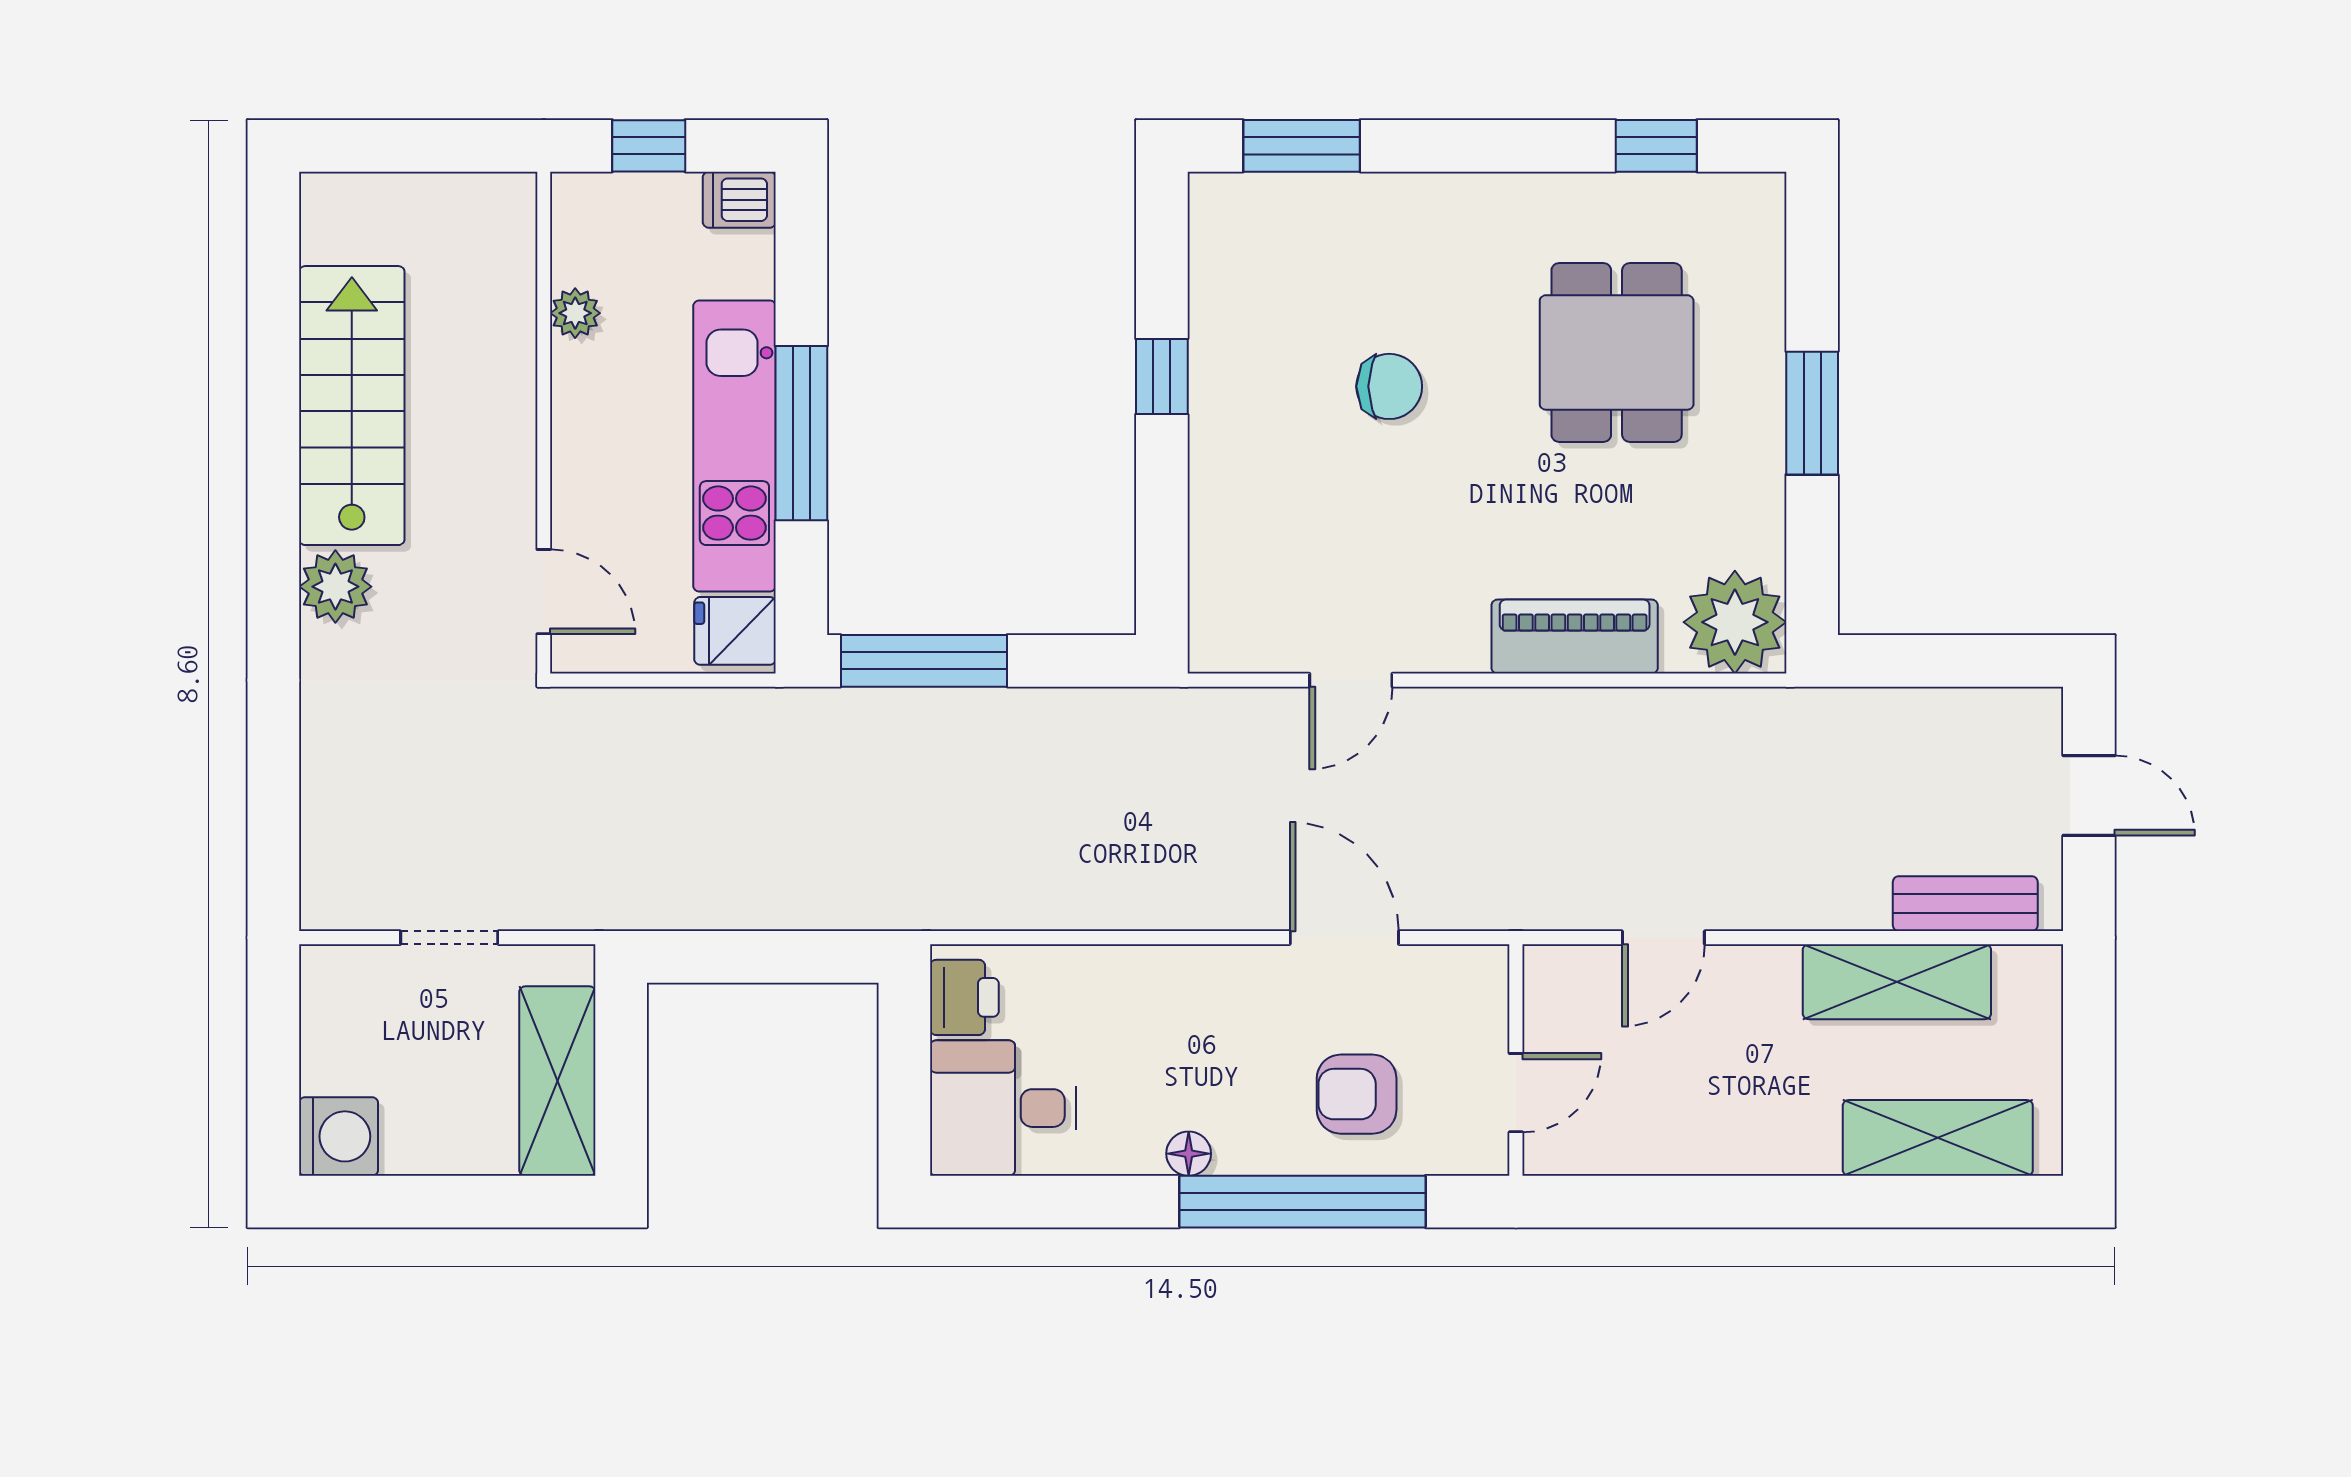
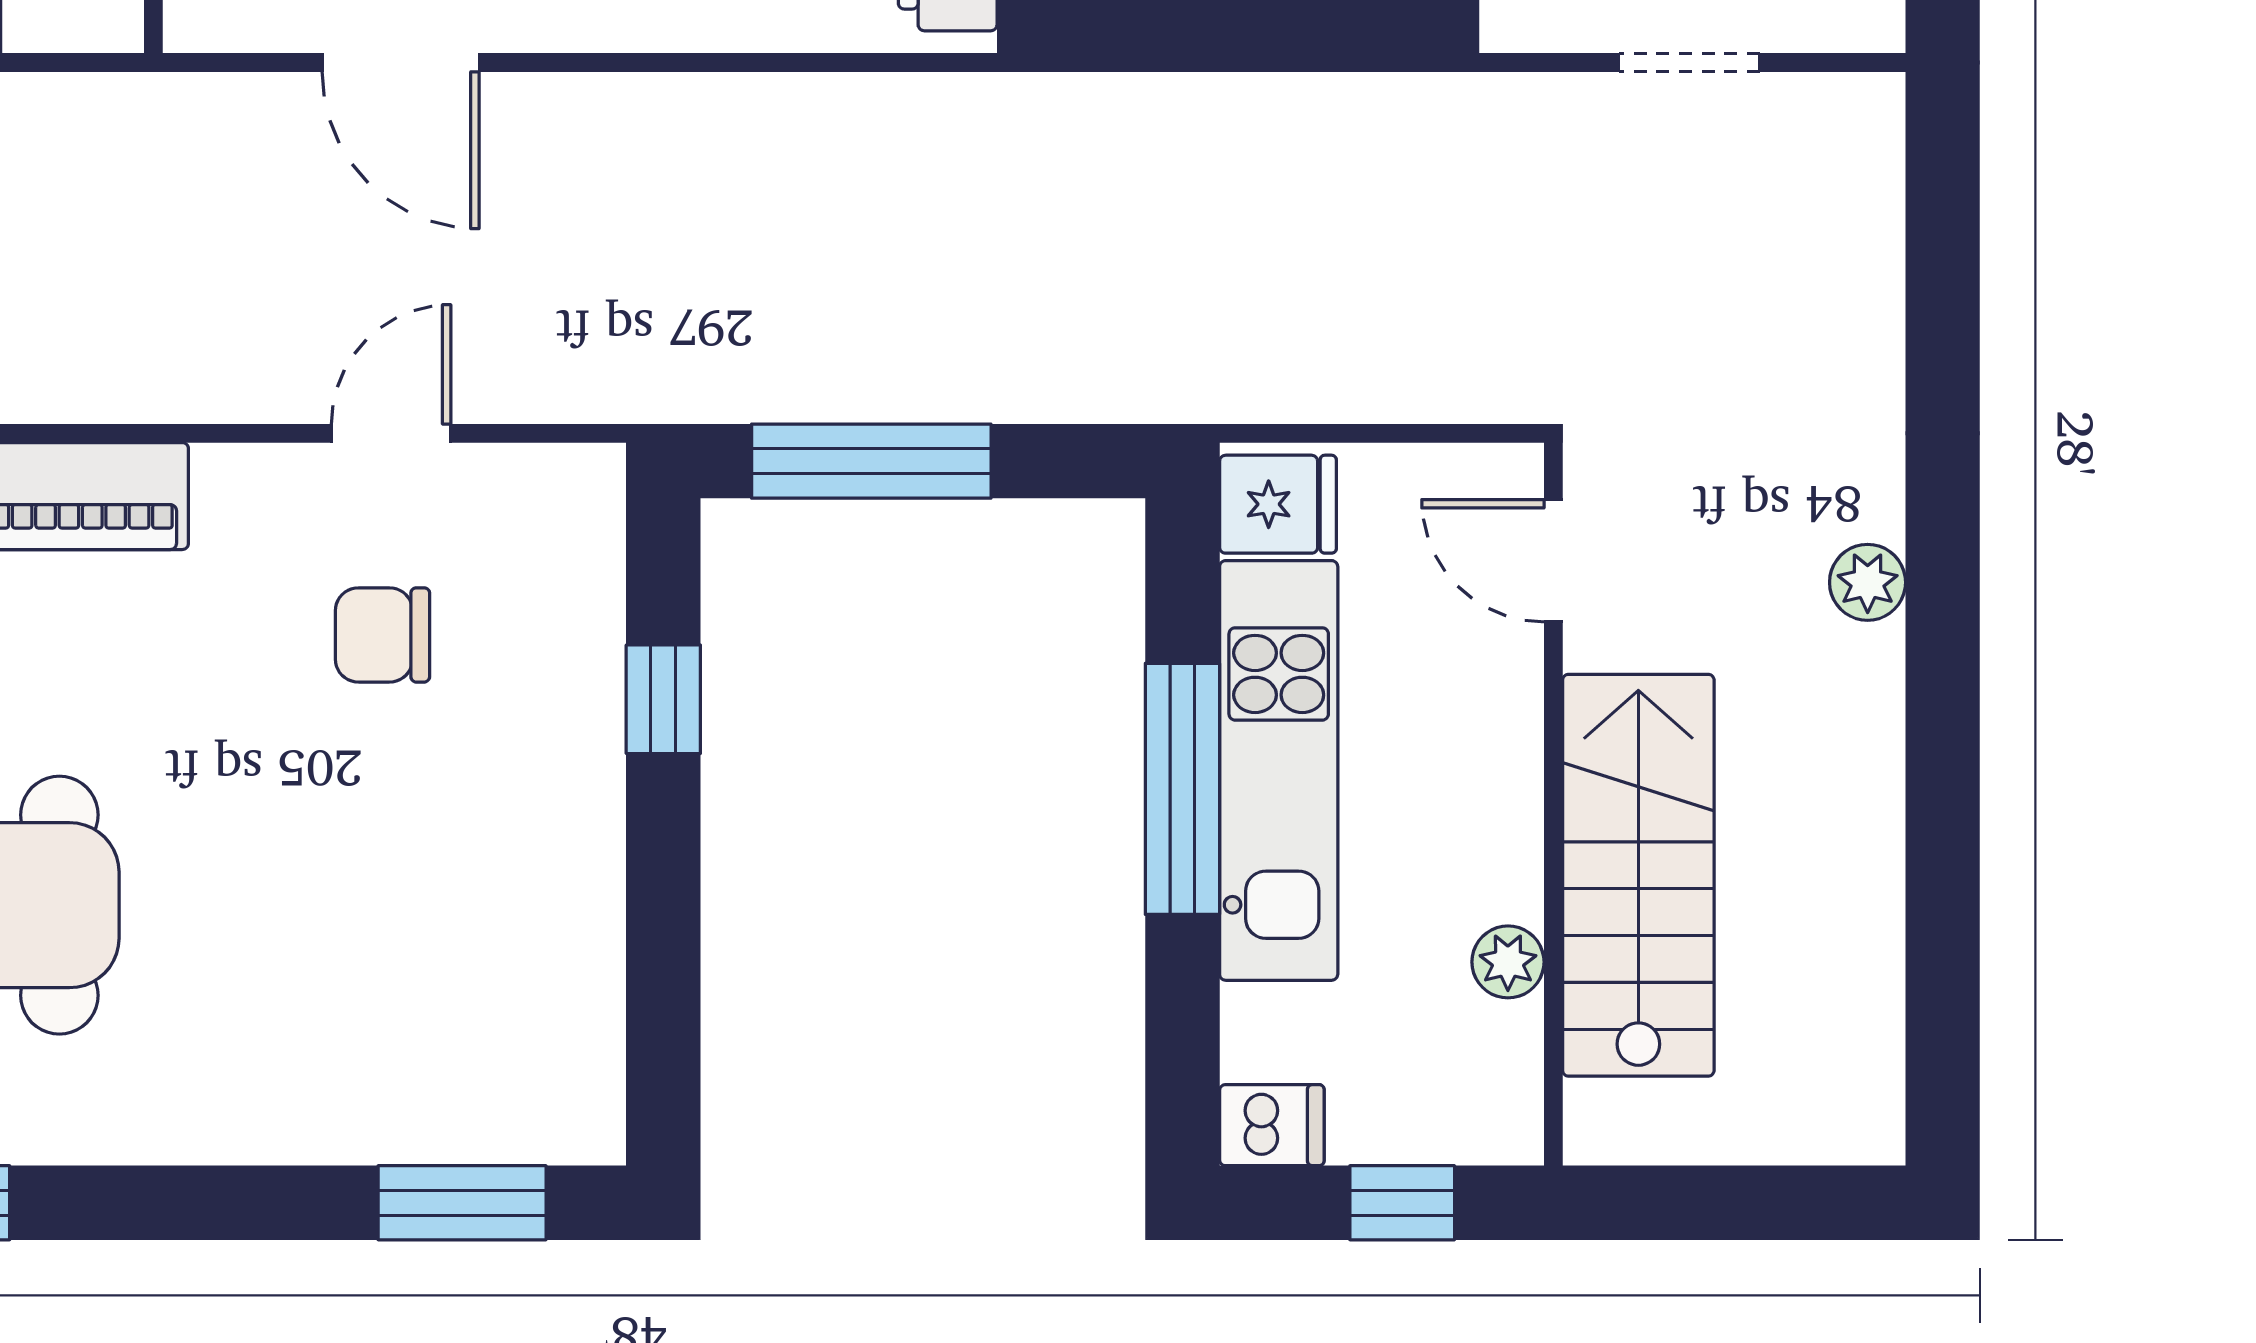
window: (1162, 377) -> (663, 699), moved
chair: (1389, 386) -> (382, 635), moved
stairs: (352, 406) -> (1638, 875), moved, turned 180
plant: (335, 587) -> (1868, 582), width x0.73, depth x0.73
window: (924, 661) -> (871, 461), moved

